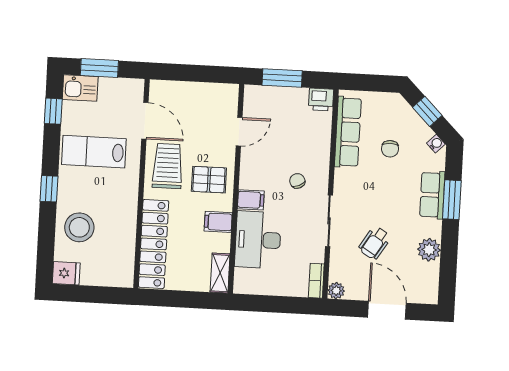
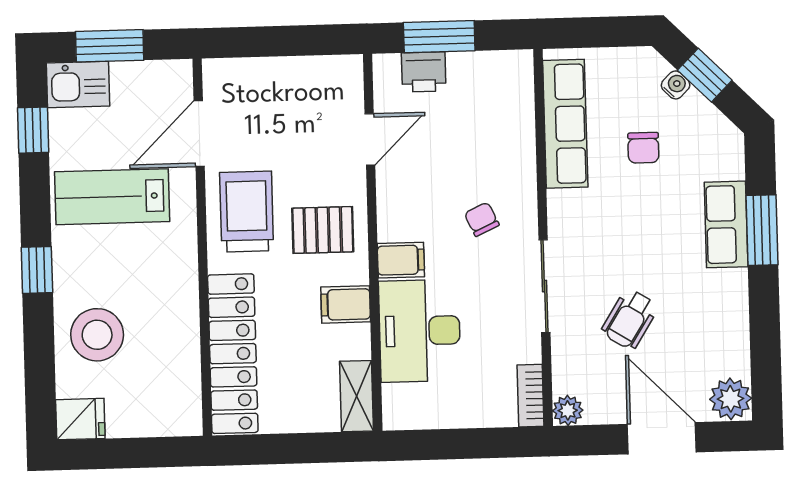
printer: (321, 99) -> (424, 72), moved
door: (145, 121) -> (199, 134), swing flipped
water cooler: (436, 144) -> (676, 85), moved
plant: (429, 250) -> (731, 399), moved

